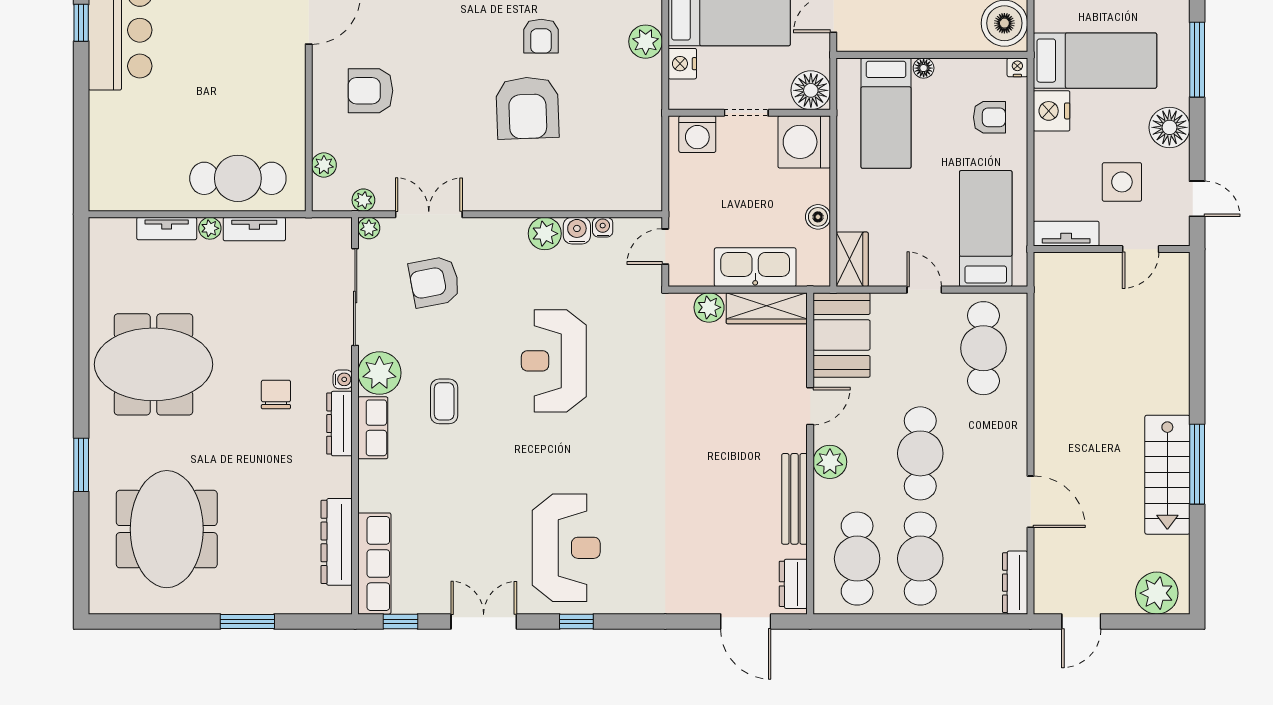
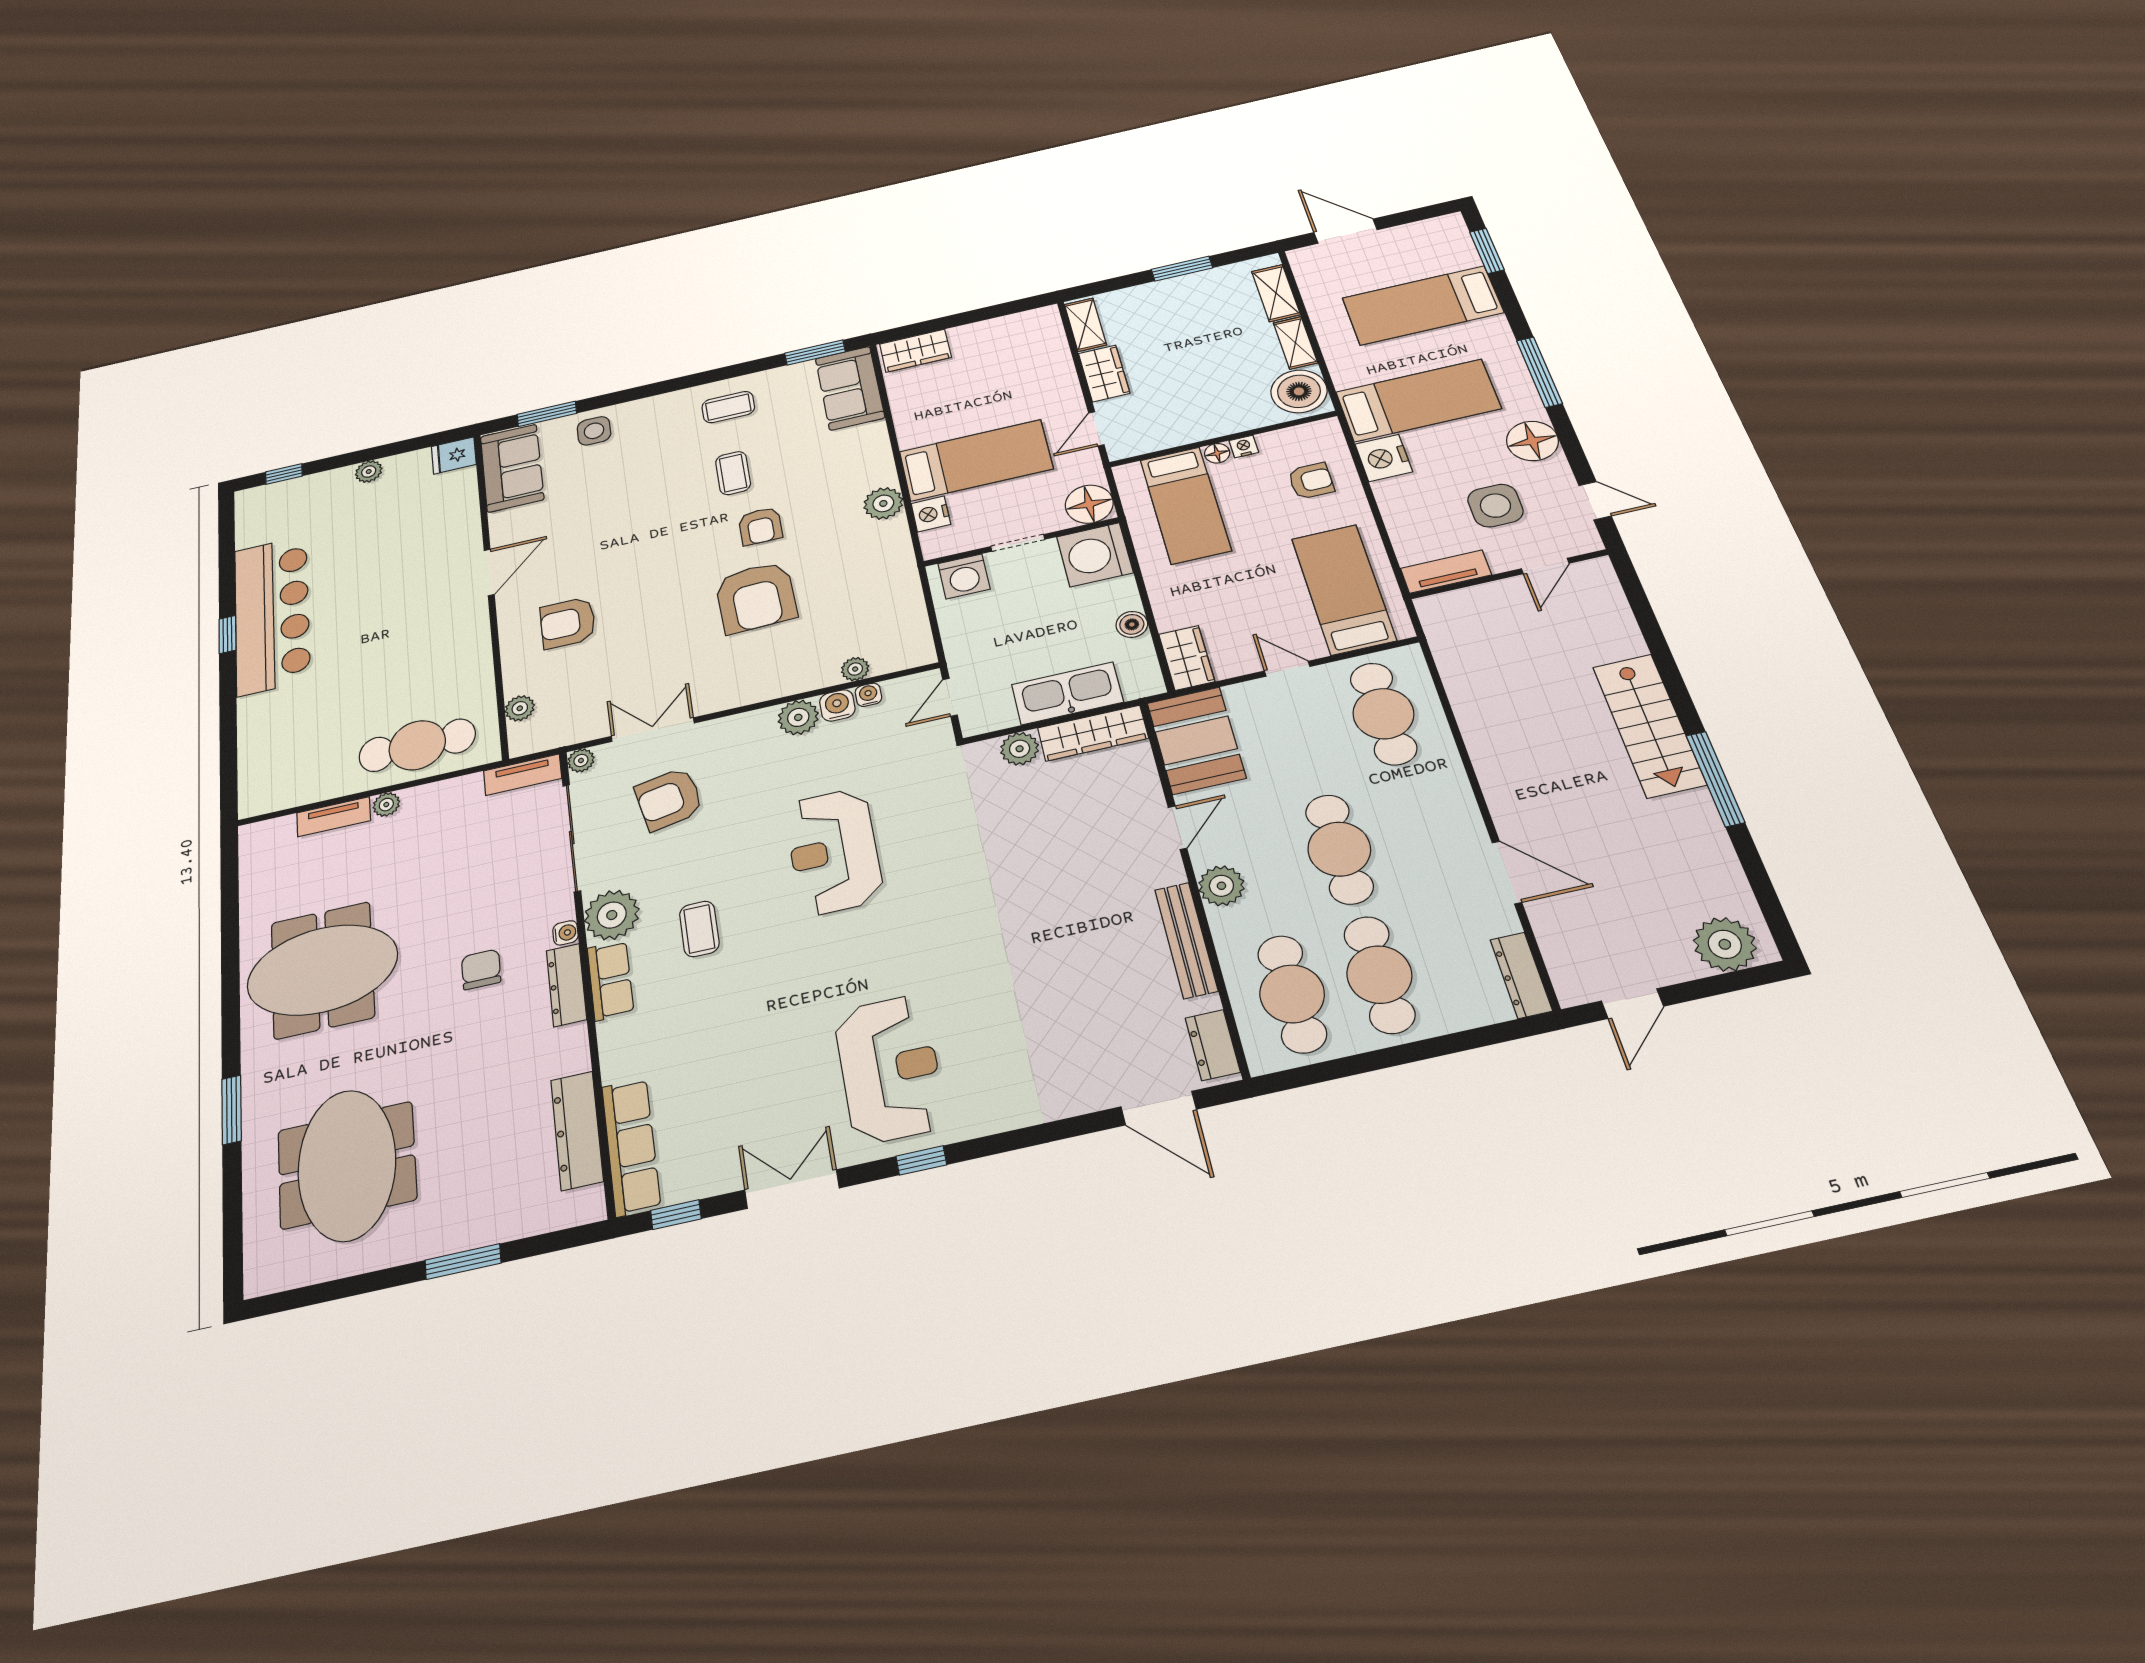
nightstand: (1017, 67) -> (1244, 446), moved
plant: (363, 200) -> (855, 669), moved
tv unit: (254, 229) -> (523, 775), moved
stairs: (1167, 475) -> (1649, 725), moved

